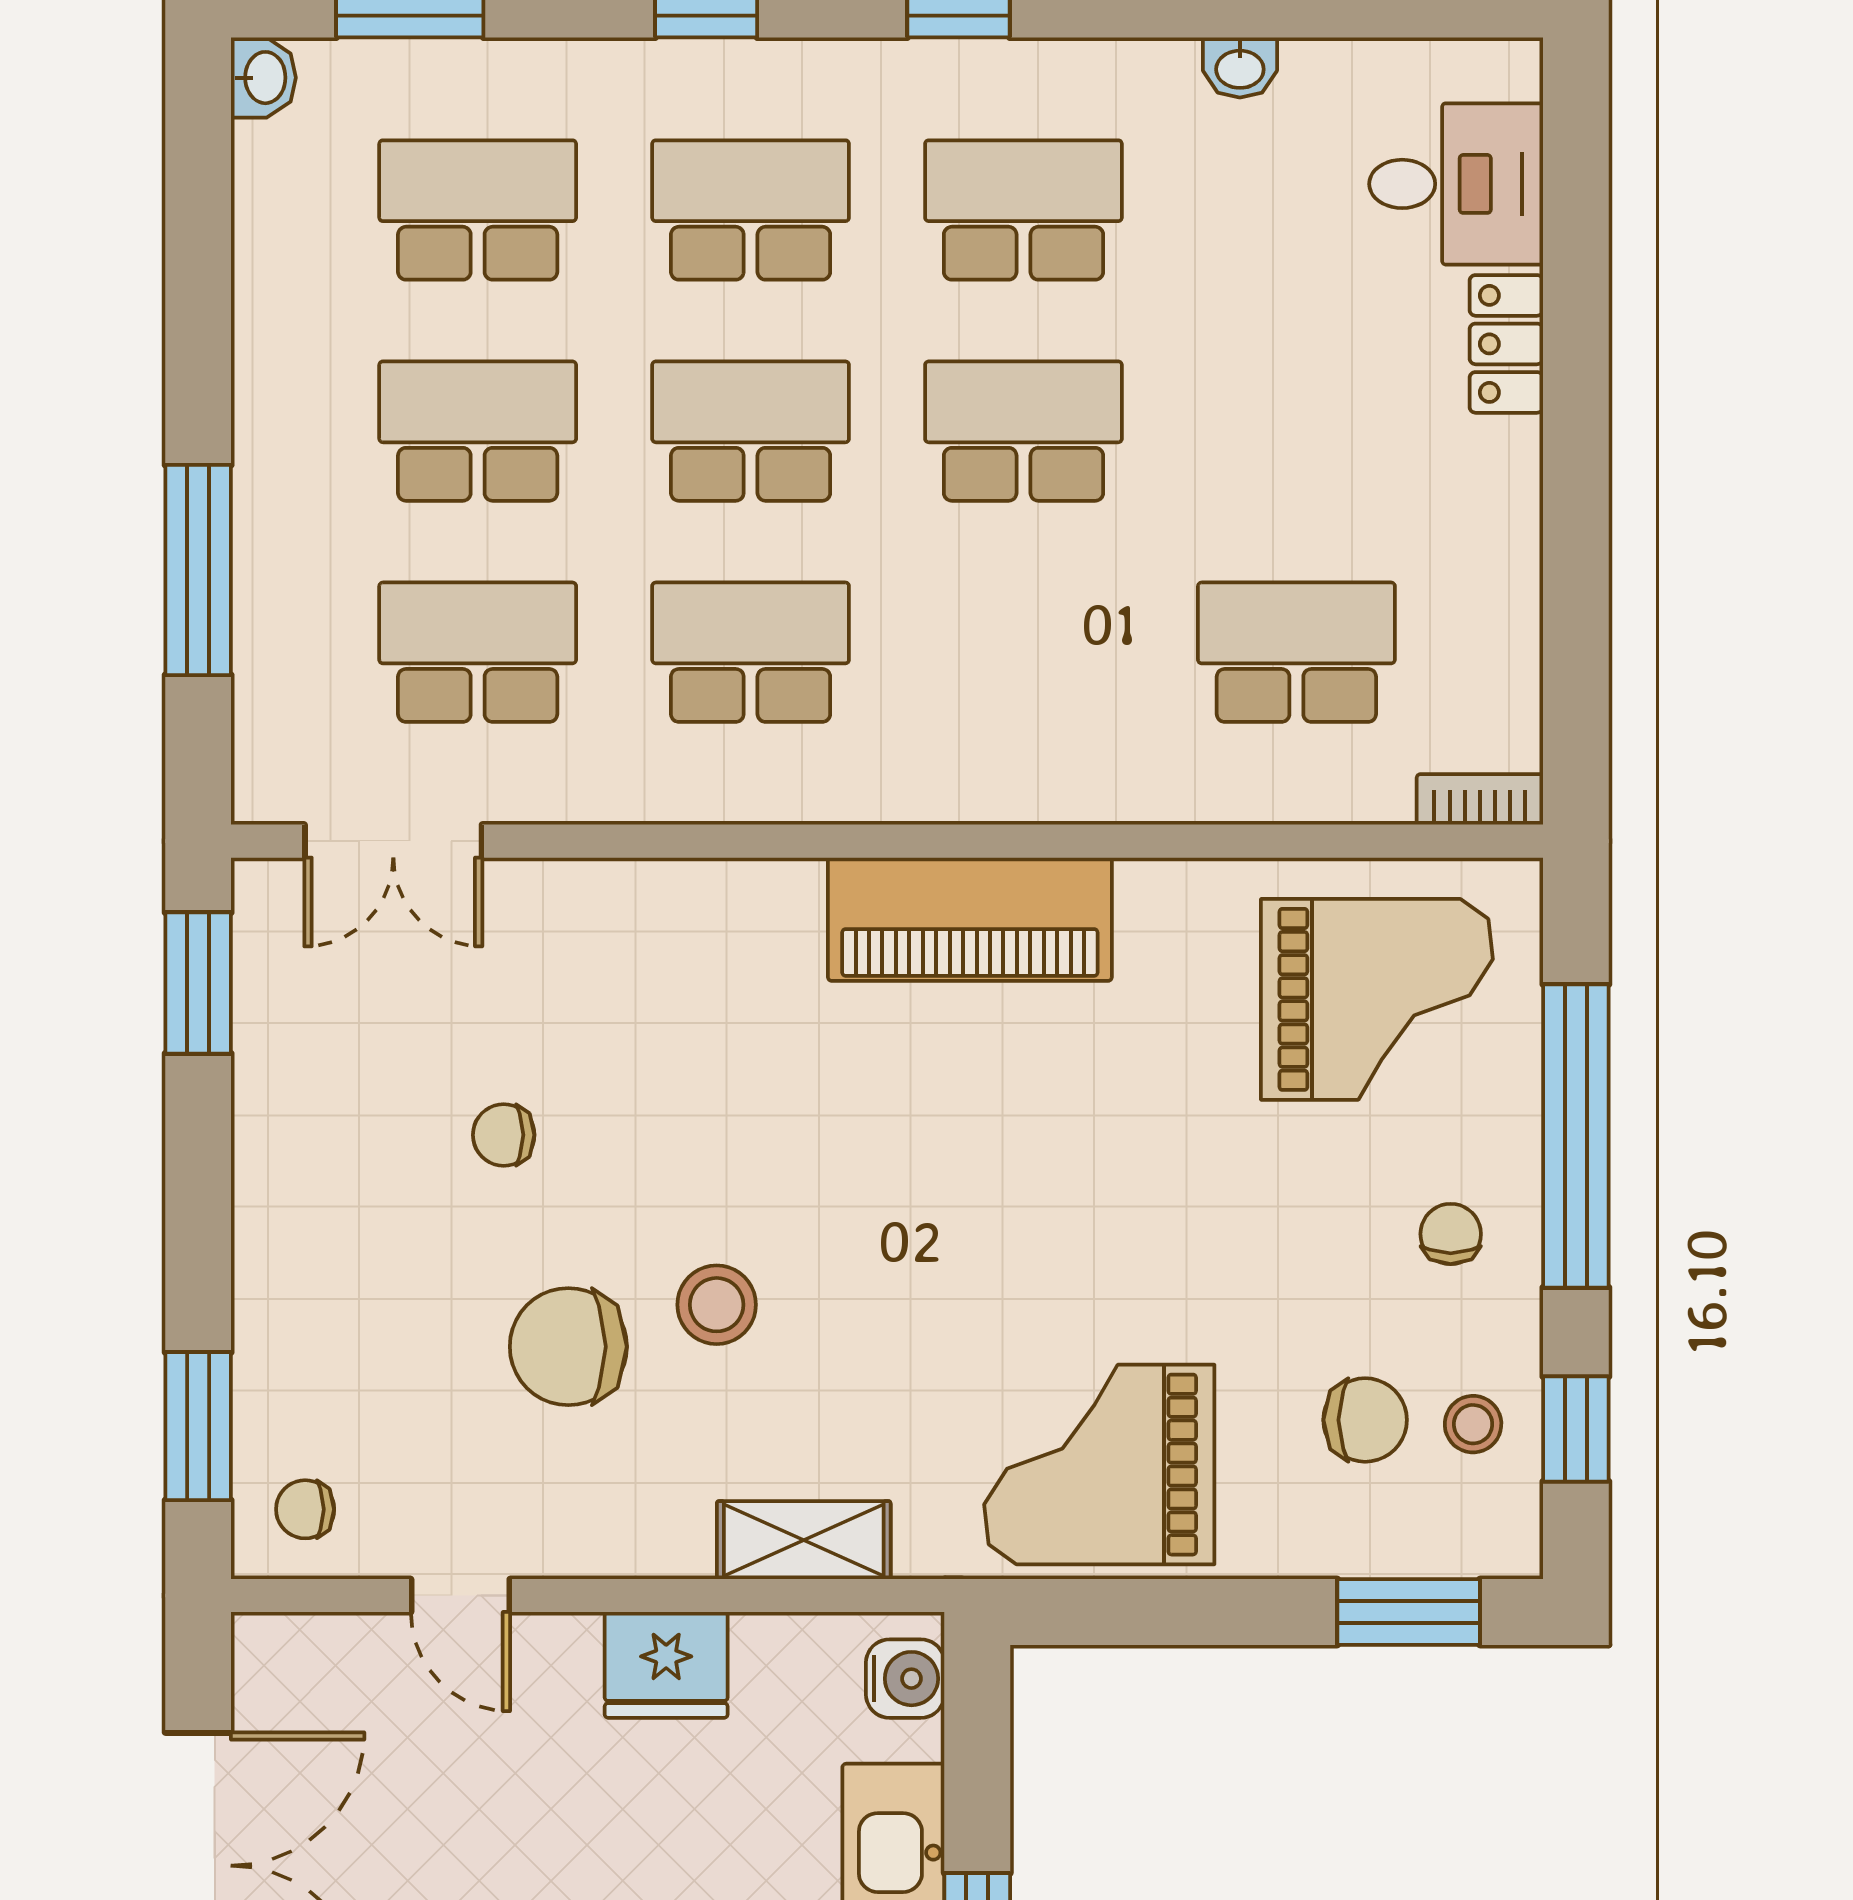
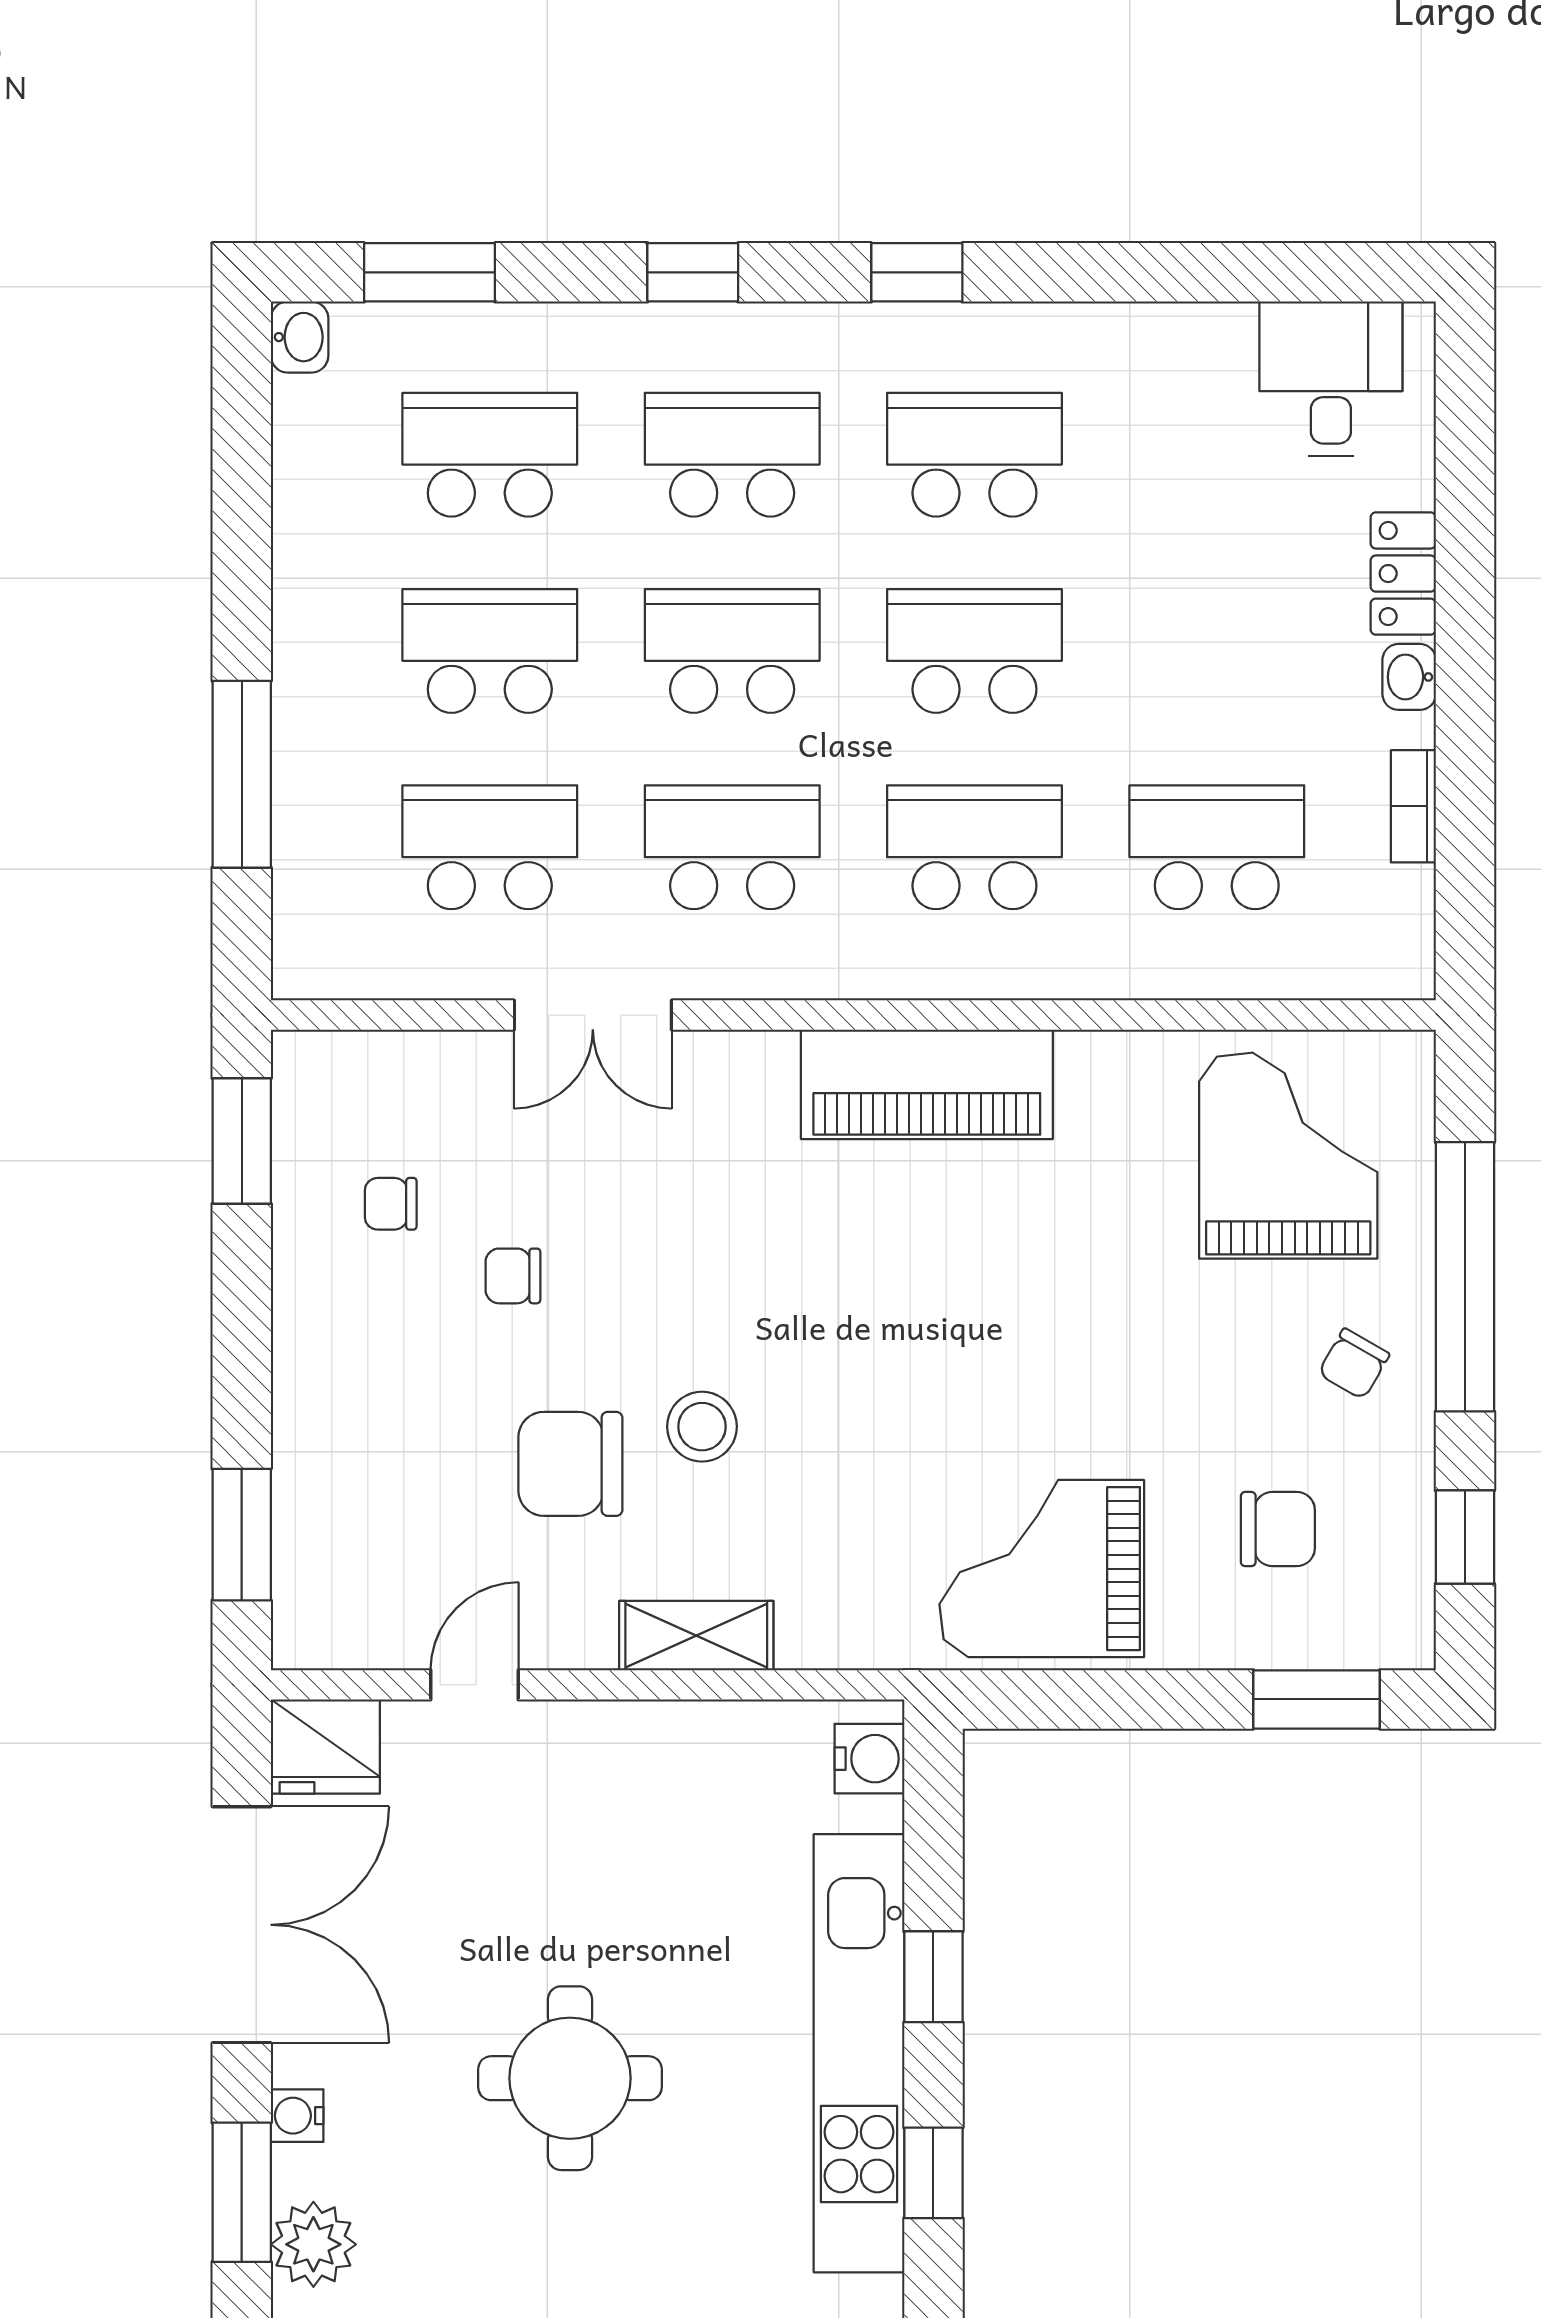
washbasin: (1240, 68) -> (1409, 677), moved, turned 90
desk: (1456, 184) -> (1331, 379), moved, turned -90
school desk: (1023, 652) -> (974, 847), added
bookcase: (1480, 799) -> (1413, 806), moved, turned -90
double door: (393, 841) -> (593, 1015), moved
grand piano: (1377, 999) -> (1288, 1156), turned -90
chair: (1451, 1234) -> (1354, 1364), turned -150
stool: (1473, 1424) -> (1374, 1533), removed
chair: (305, 1509) -> (391, 1204), moved
shelving: (804, 1540) -> (696, 1636), moved
door: (460, 1596) -> (475, 1685), swing flipped
fridge: (666, 1665) -> (325, 1746), moved

